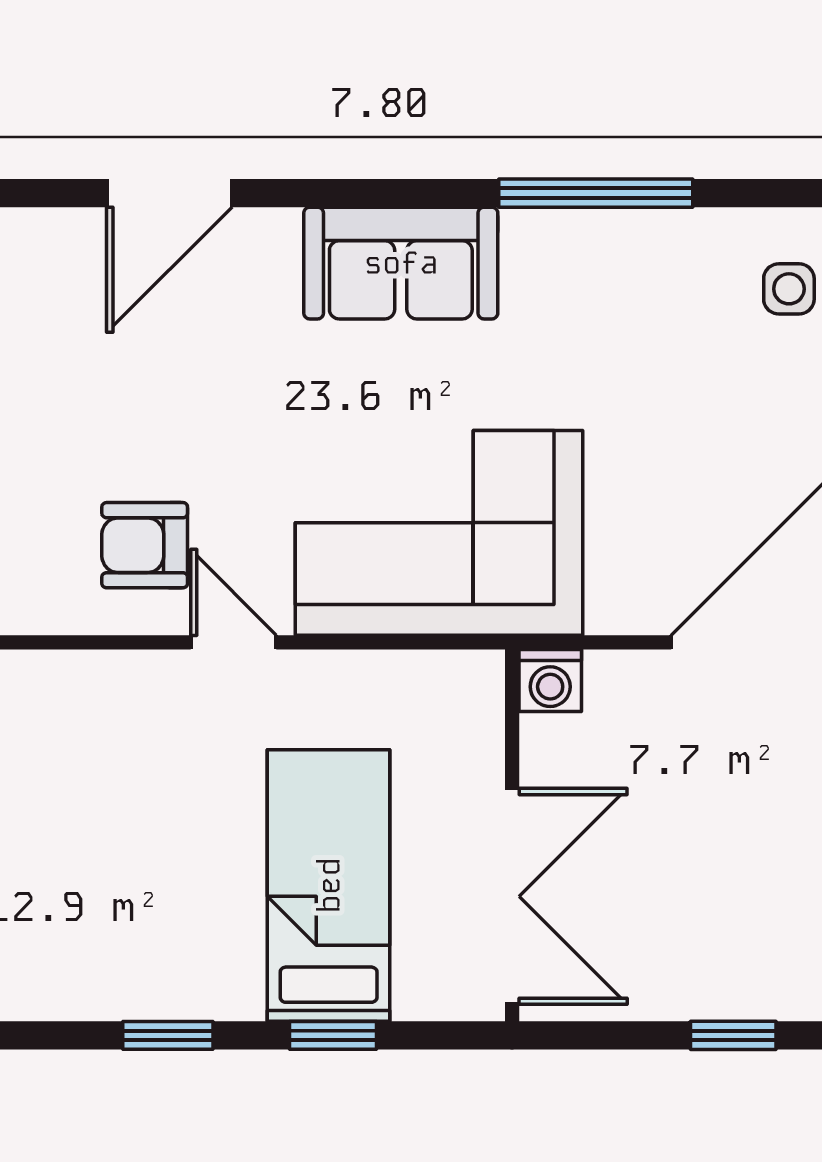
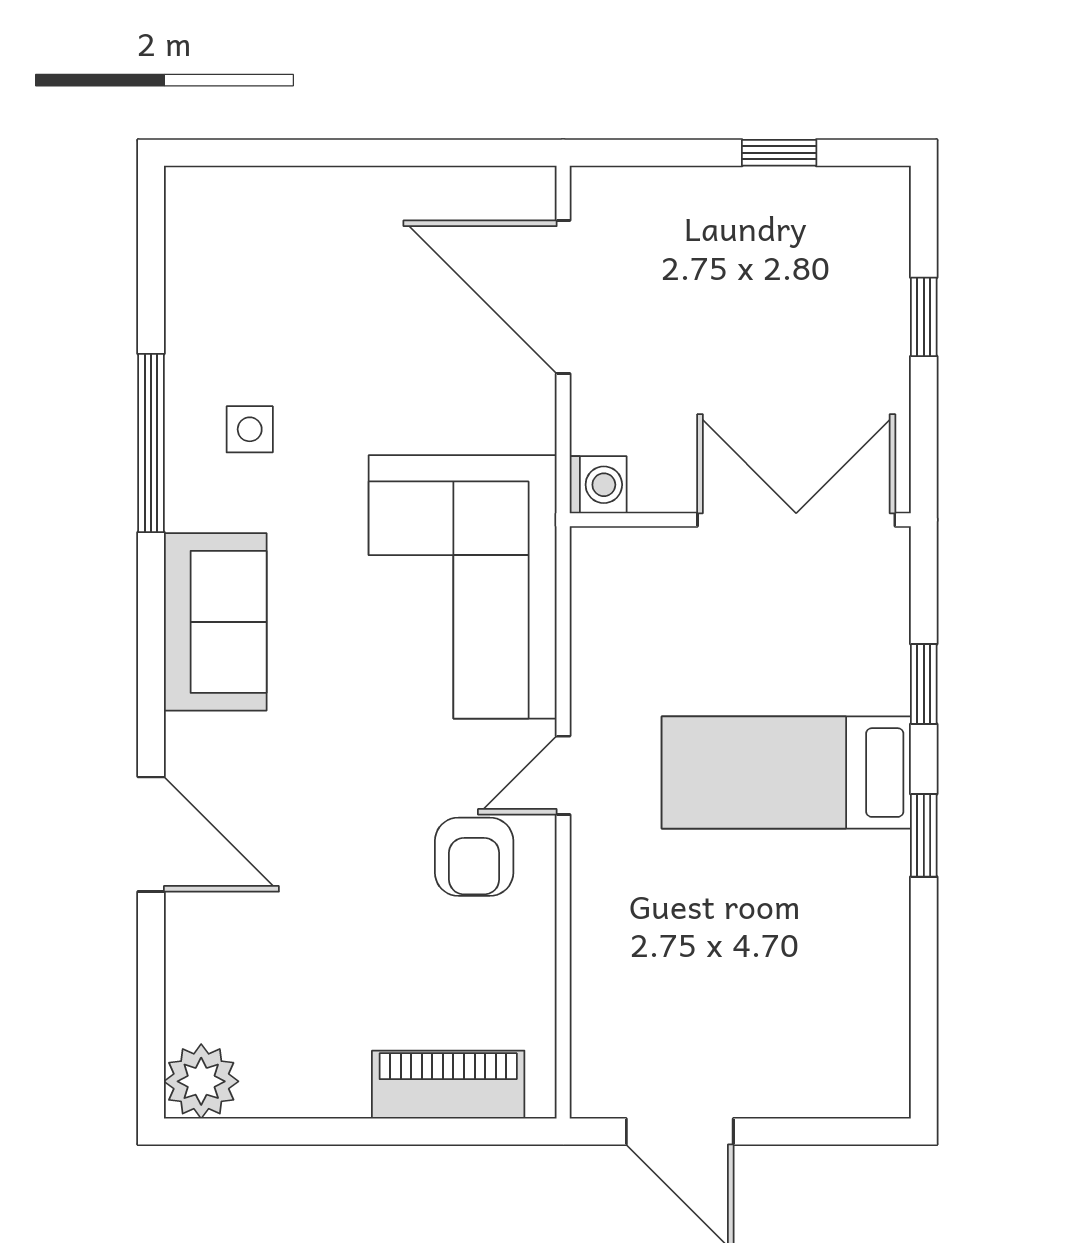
side table: (789, 289) -> (250, 429), moved
bed: (329, 885) -> (786, 773), moved

